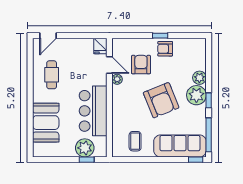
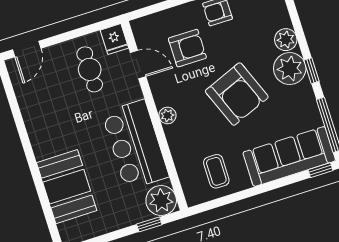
armchair: (141, 65) -> (187, 48), turned 90
cafe table: (52, 75) -> (90, 69), moved
plant: (117, 79) -> (167, 115), moved
plant: (85, 148) -> (161, 201), moved

